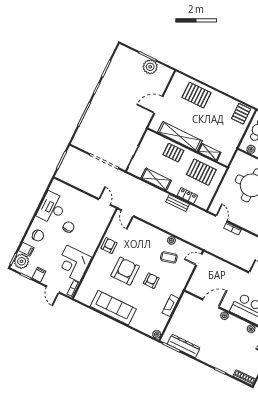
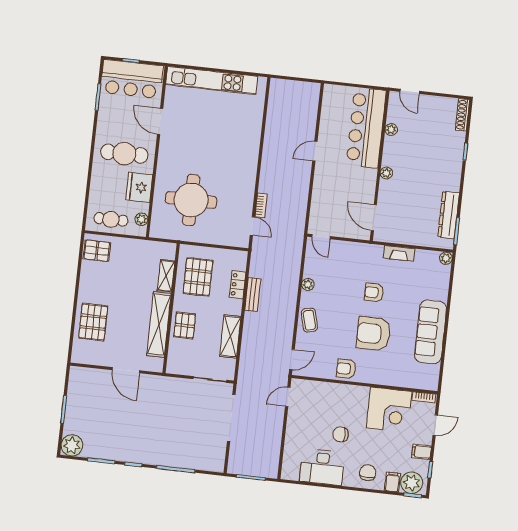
plant: (150, 67) -> (72, 445), moved
door: (221, 218) -> (252, 226), swing flipped
coffee table: (169, 257) -> (309, 320), moved
door: (211, 303) -> (374, 218), moved

